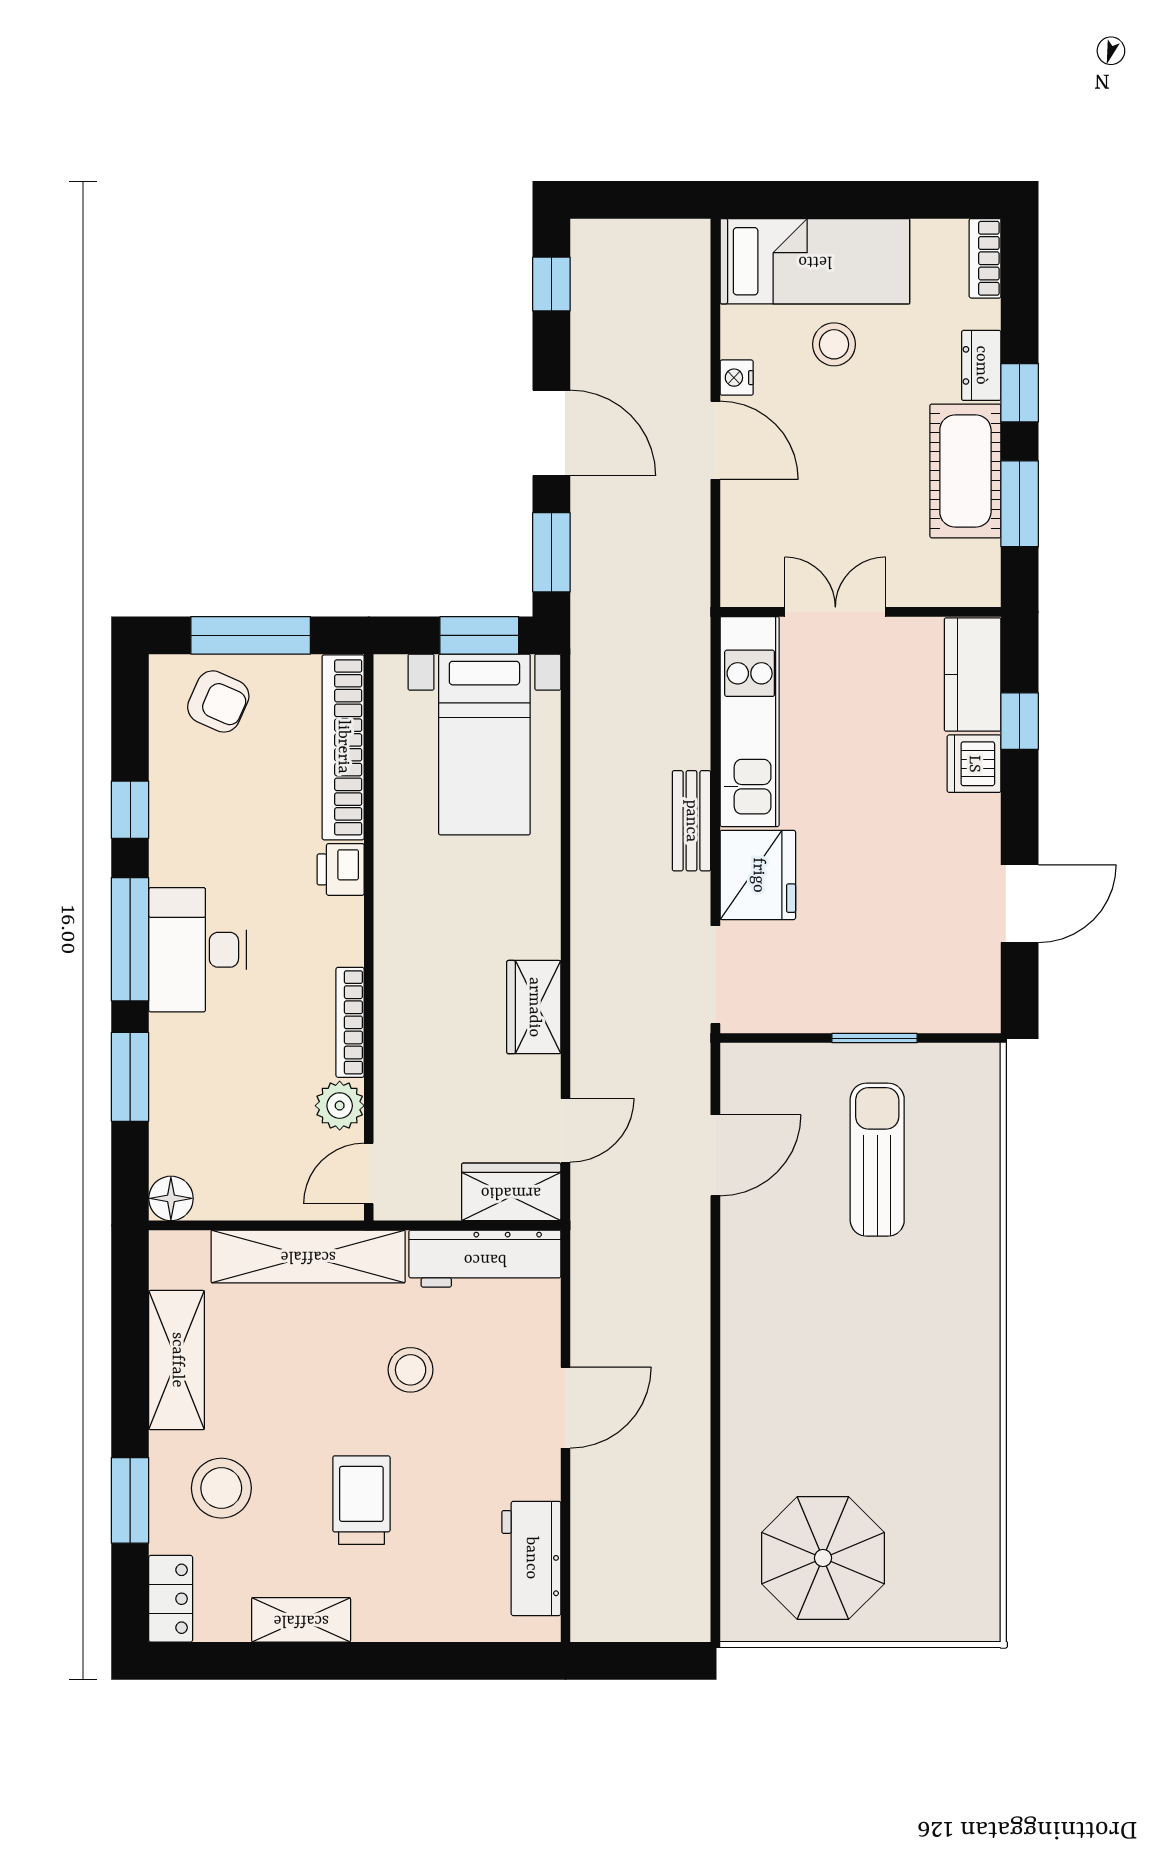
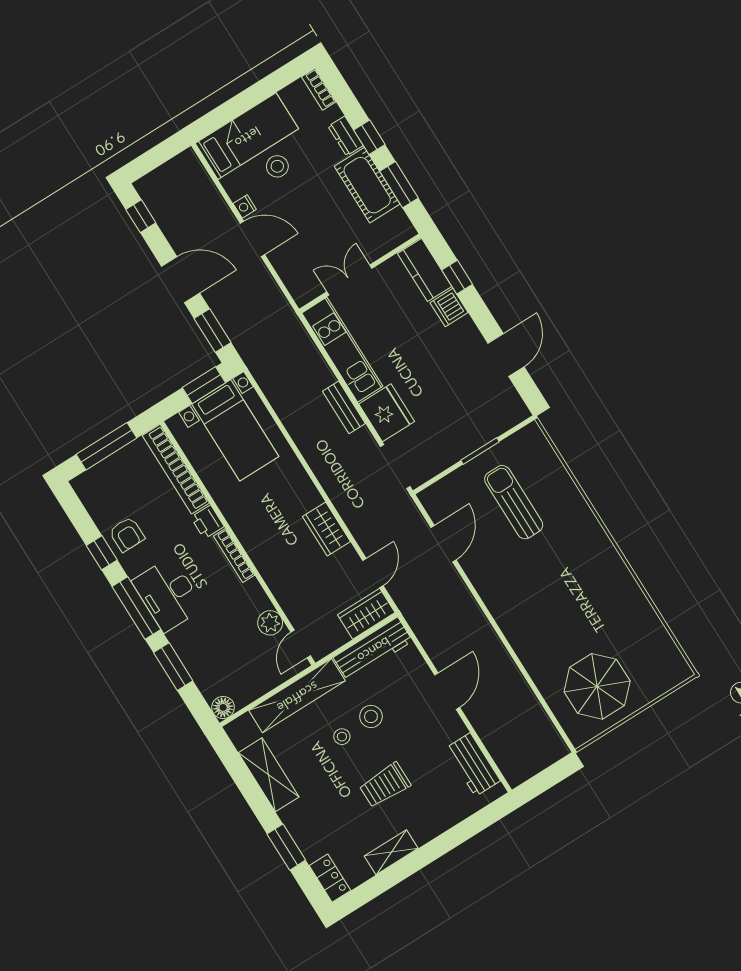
armchair: (218, 701) -> (127, 534), moved, turned 66
bookcase: (350, 1022) -> (234, 555), moved
stool: (221, 1488) -> (342, 737), moved, width x0.53, depth x0.53
trolley: (361, 1500) -> (385, 785), turned -90

